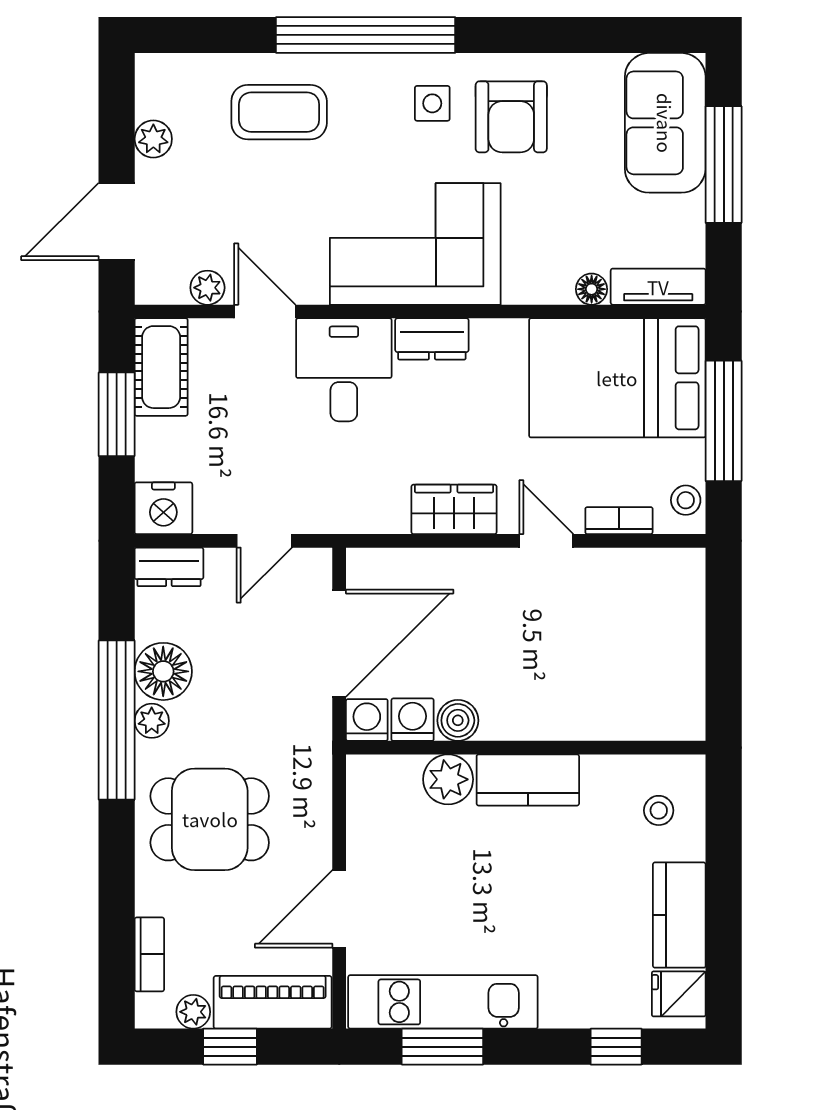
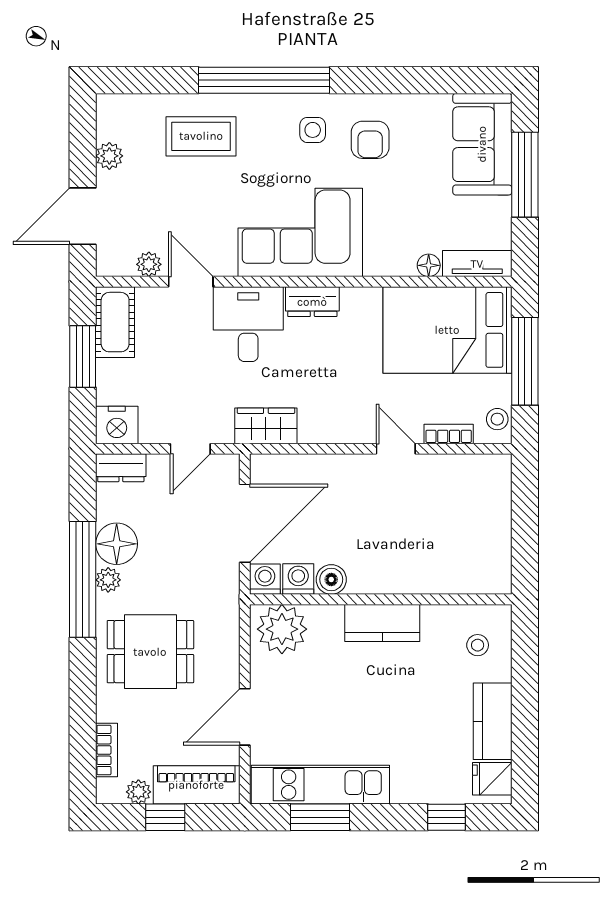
armchair: (511, 117) -> (370, 140), width x0.72, depth x0.72
wardrobe: (454, 509) -> (266, 426), moved
plant: (448, 779) -> (282, 629), moved, width x1.36, depth x1.36

